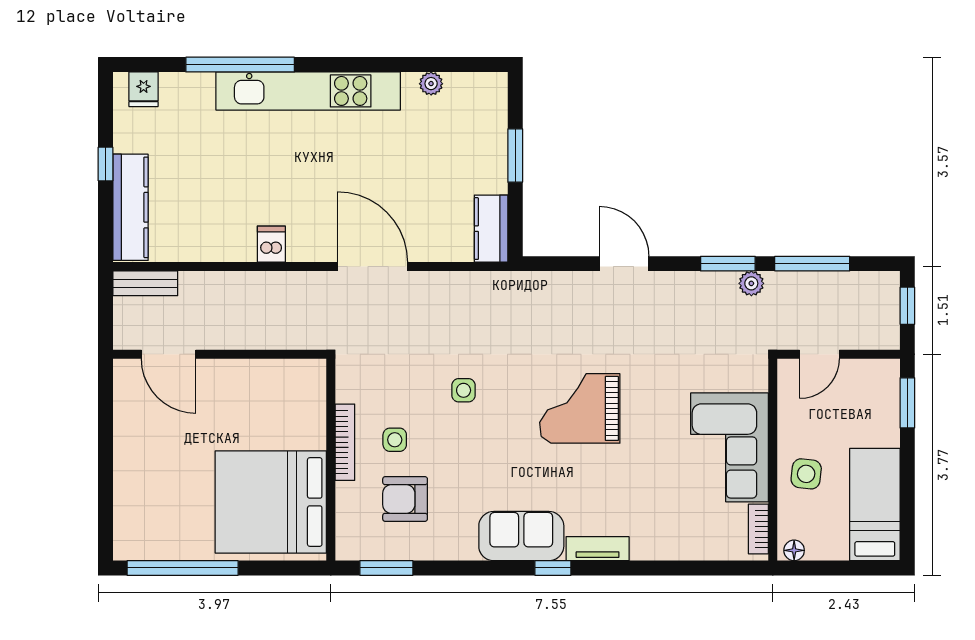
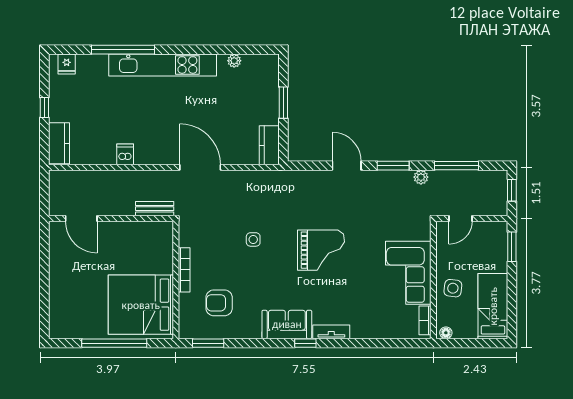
kitchen counter: (130, 207) -> (59, 143), width x0.67
dishwasher: (271, 244) -> (125, 154), moved
window: (728, 264) -> (393, 166), moved
bench: (145, 283) -> (155, 209), moved
grand piano: (580, 408) -> (321, 250), turned 180
side table: (395, 440) -> (213, 268), removed
window: (183, 568) -> (114, 343), moved

